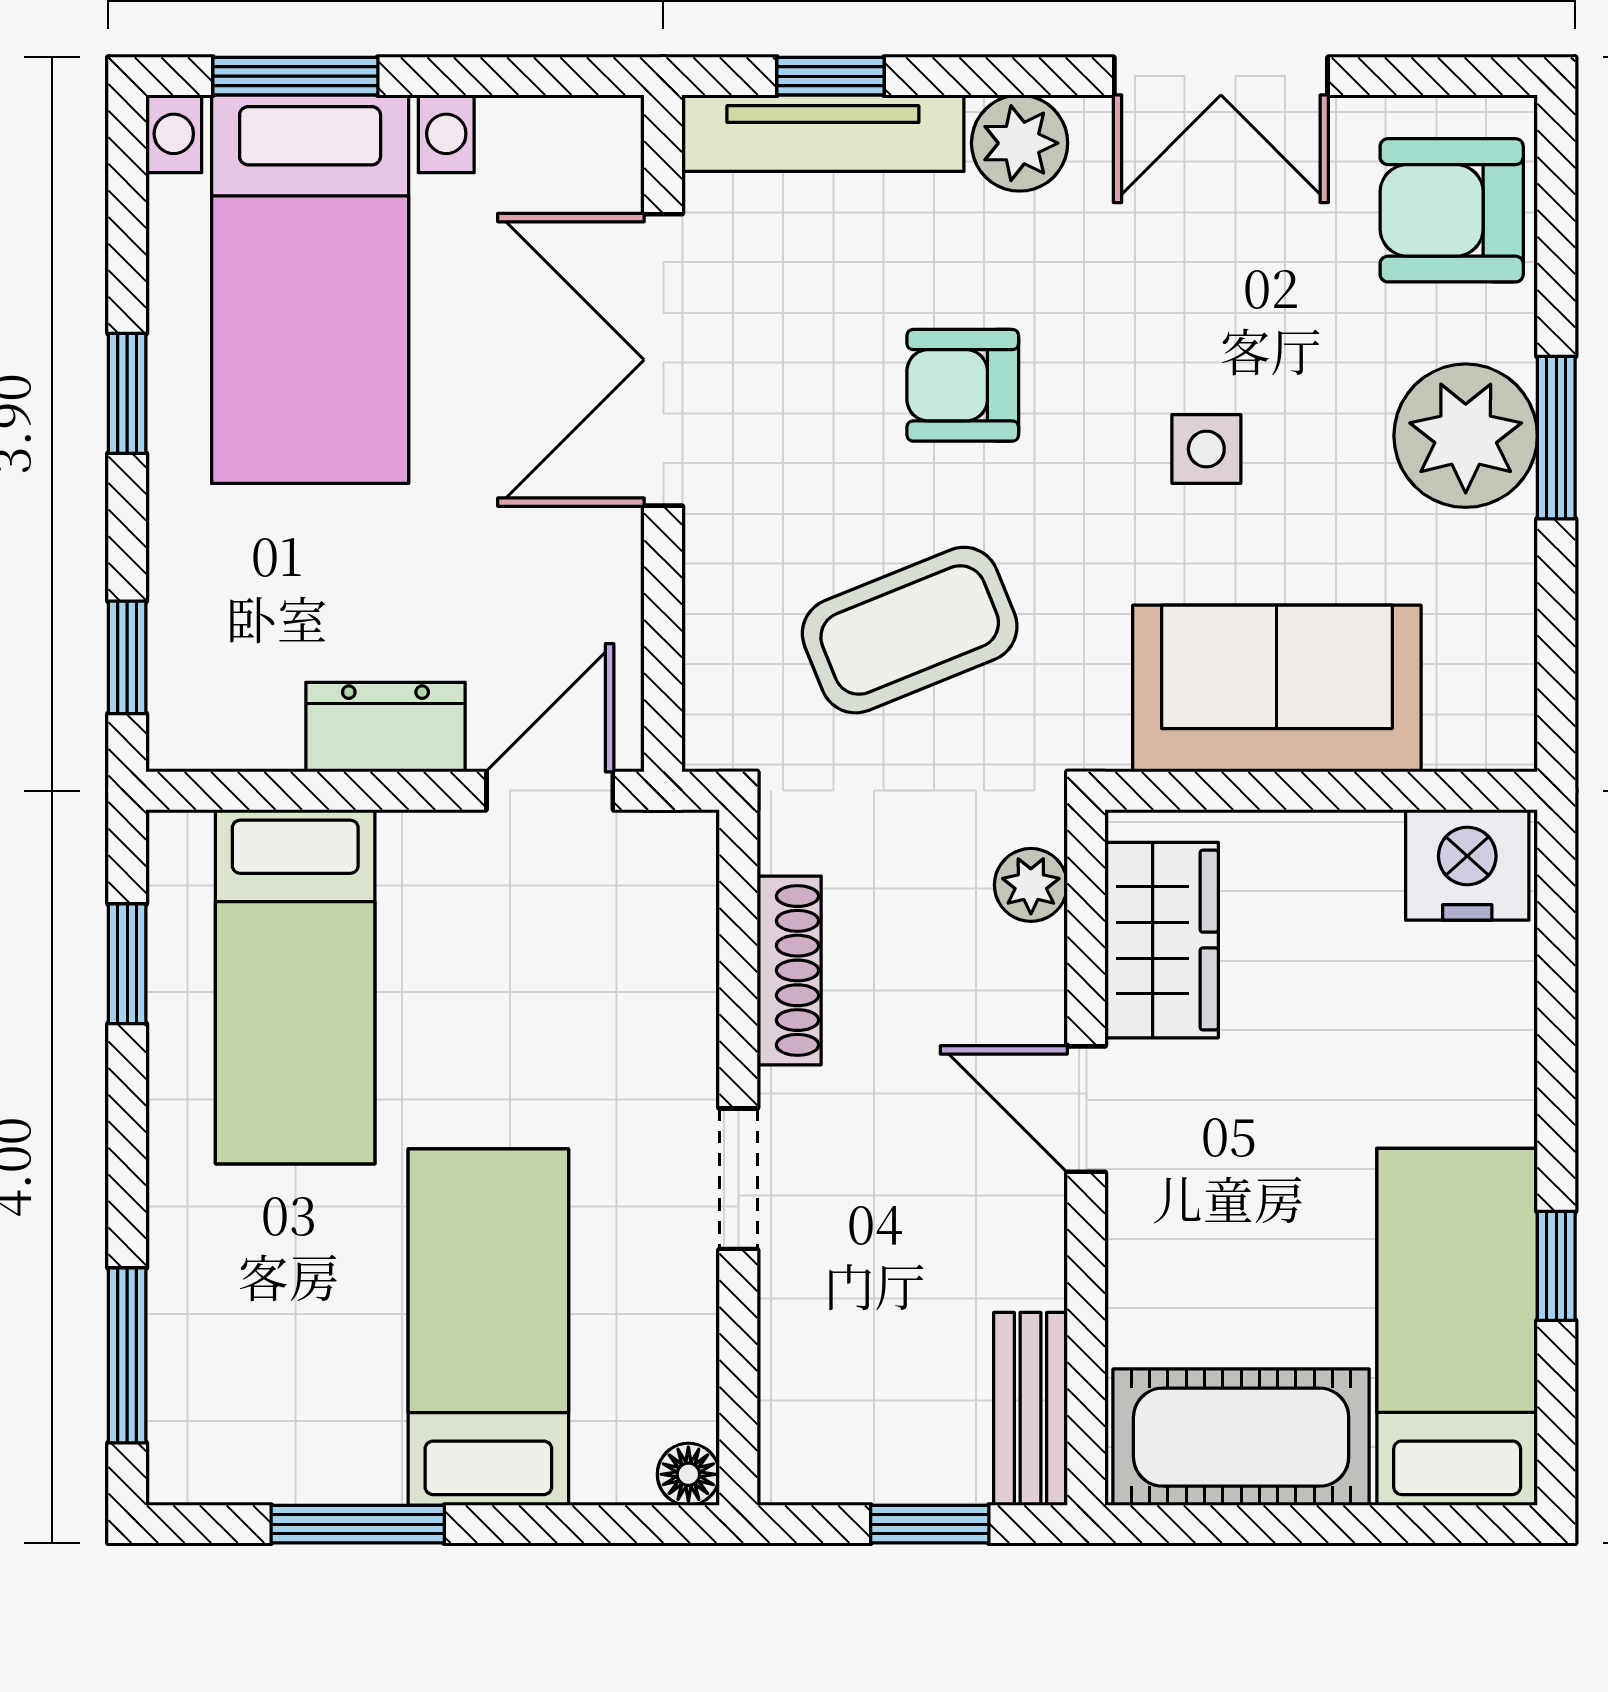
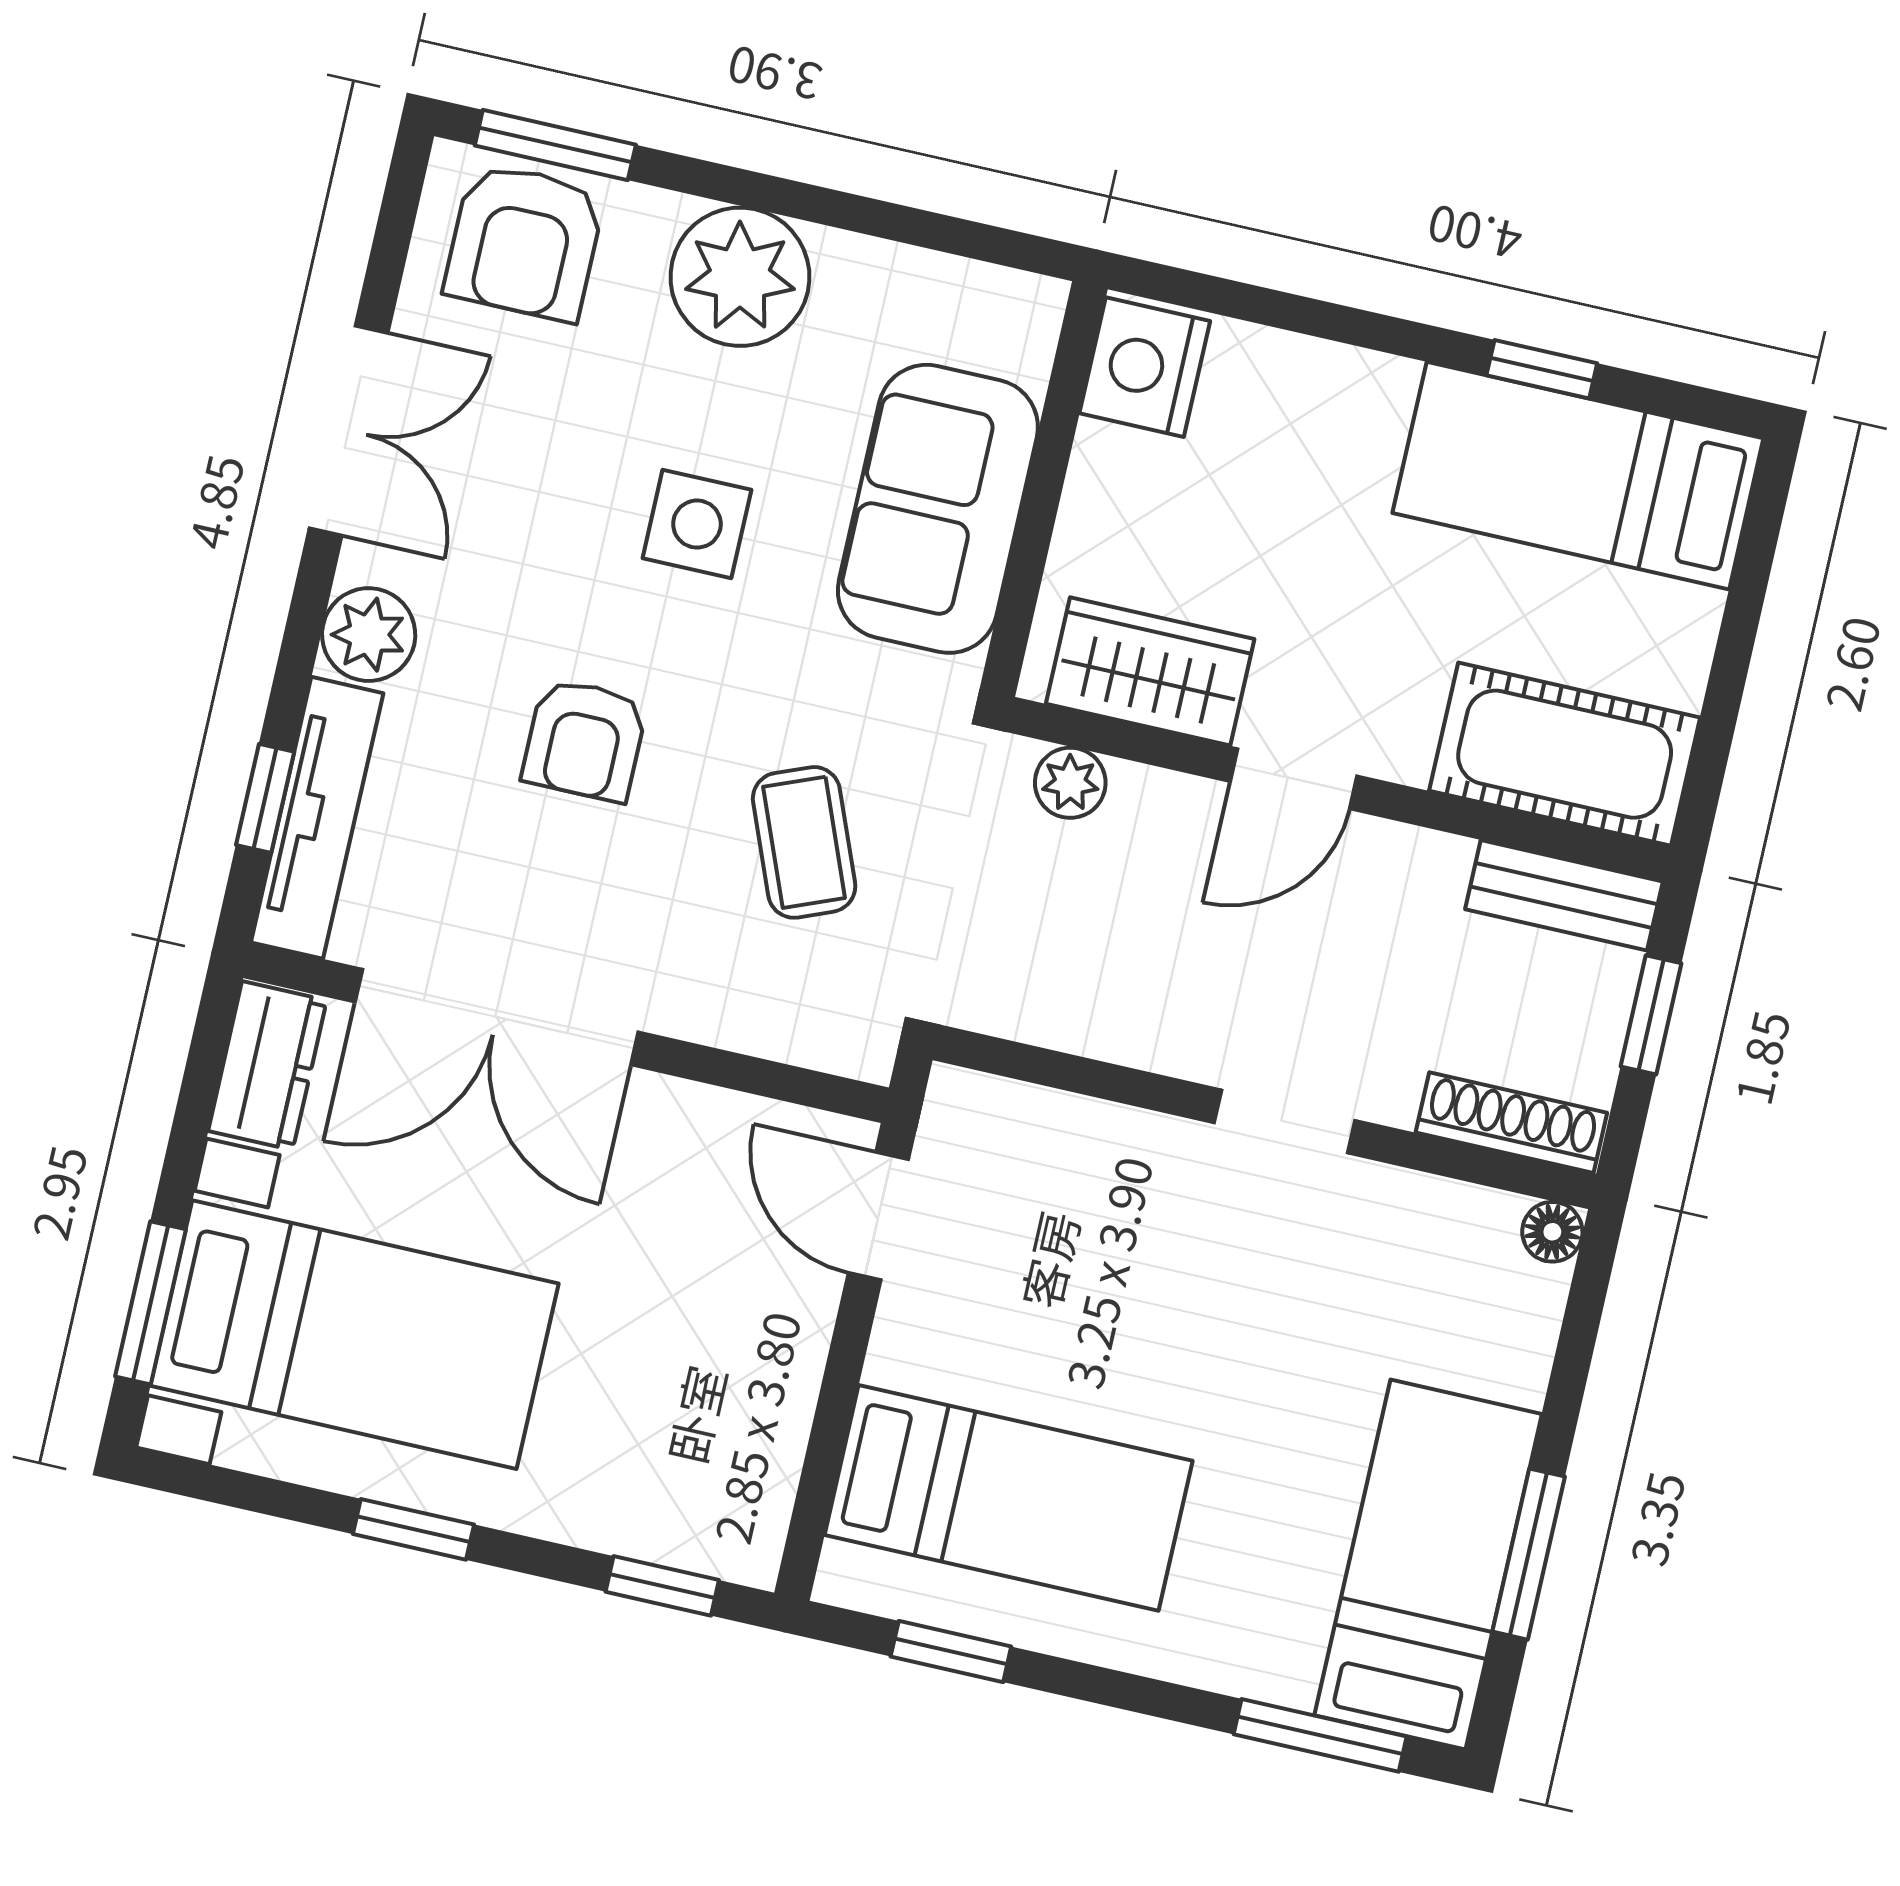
window: (1556, 438) -> (555, 145), moved
side table: (1206, 449) -> (697, 524), width x1.37, depth x1.37
coffee table: (910, 630) -> (804, 842), width x0.73, depth x0.77
dresser: (385, 727) -> (267, 1066), moved, turned 180
shoe rack: (789, 970) -> (1511, 1123), moved
bed: (488, 1327) -> (1428, 1565), moved, turned 90
cot: (1241, 1437) -> (1565, 754), moved, turned 90

